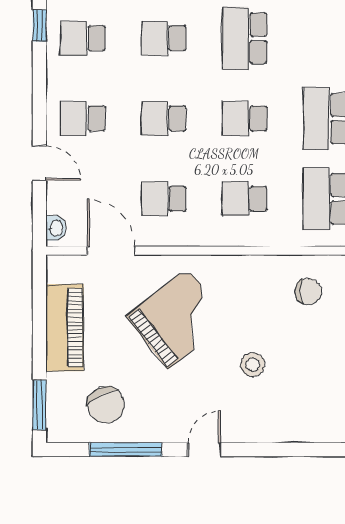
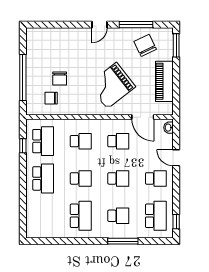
school desk: (83, 38) -> (156, 216), width x1.85
chair: (290, 334) -> (60, 78), added
stool: (253, 365) -> (77, 64), removed

